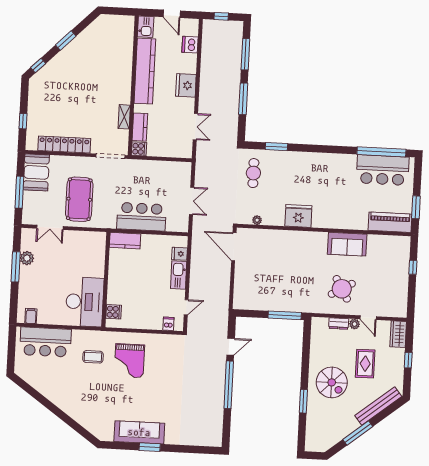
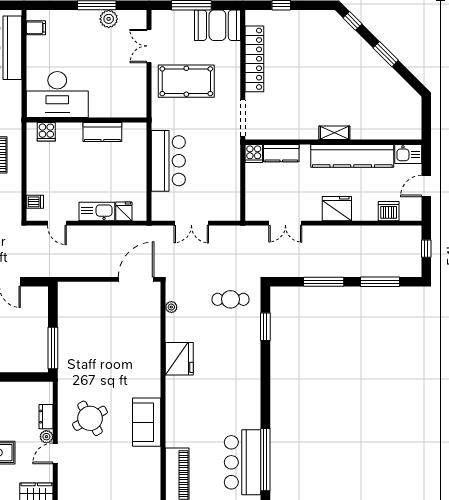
shelving: (124, 117) -> (334, 133), moved
kitchen counter: (125, 241) -> (102, 132), moved, turned -90

